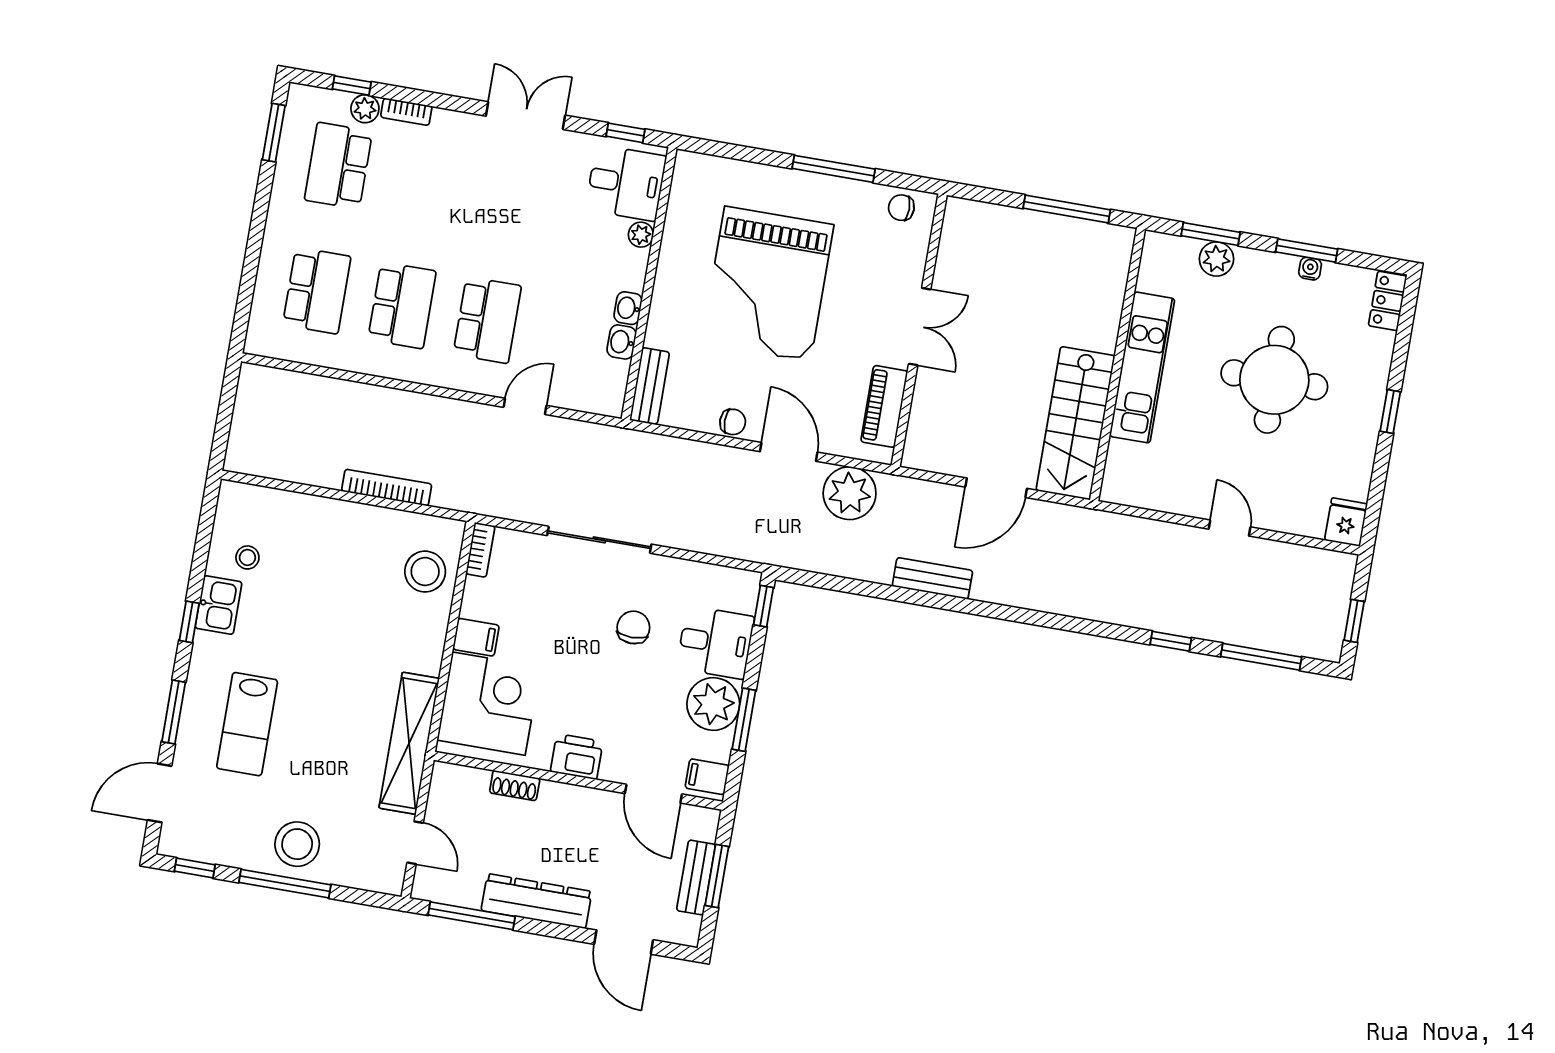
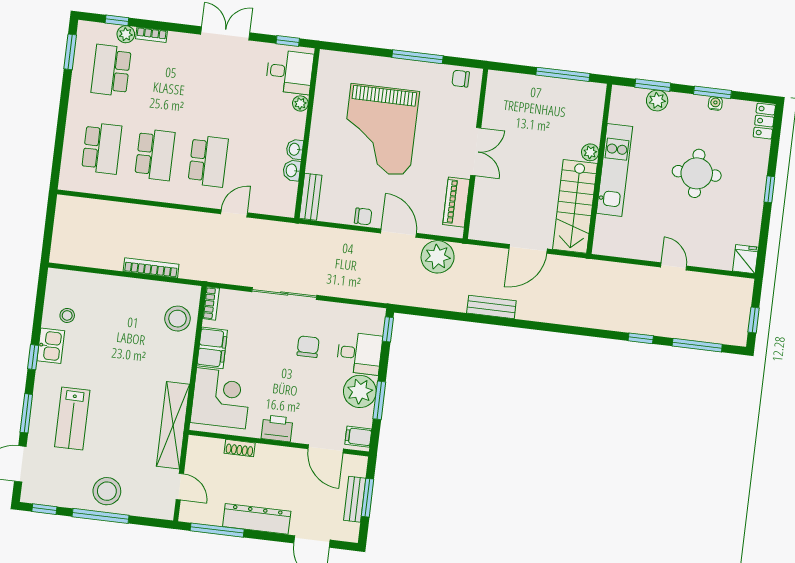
plant: (1104, 337) -> (590, 152), added
round table: (1274, 380) -> (697, 173), width x0.73, depth x0.73
filing cabinet: (476, 637) -> (212, 348), width x2.00

